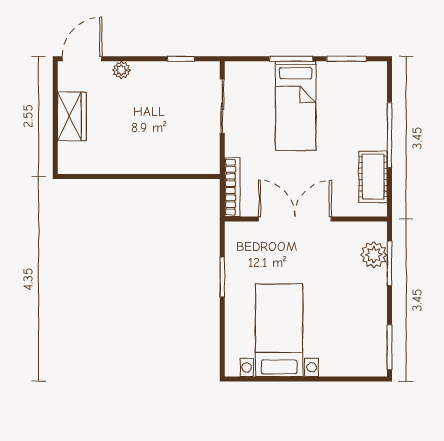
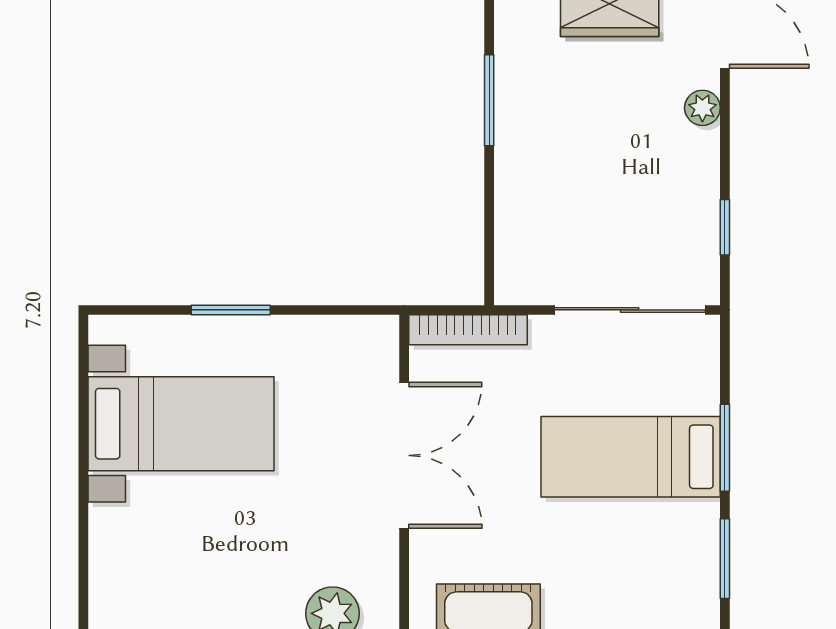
sliding door: (222, 106) -> (630, 310), width x1.37
window: (118, 177) -> (489, 100), added
window: (222, 277) -> (231, 310), moved

